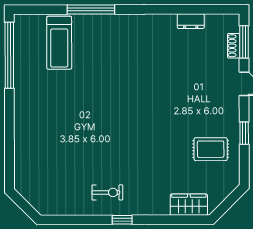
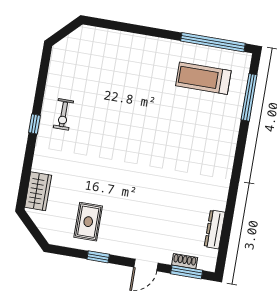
window: (91, 10) -> (249, 97), moved
dresser: (191, 21) -> (215, 229), width x1.44
treadmill: (59, 43) -> (203, 78), moved

